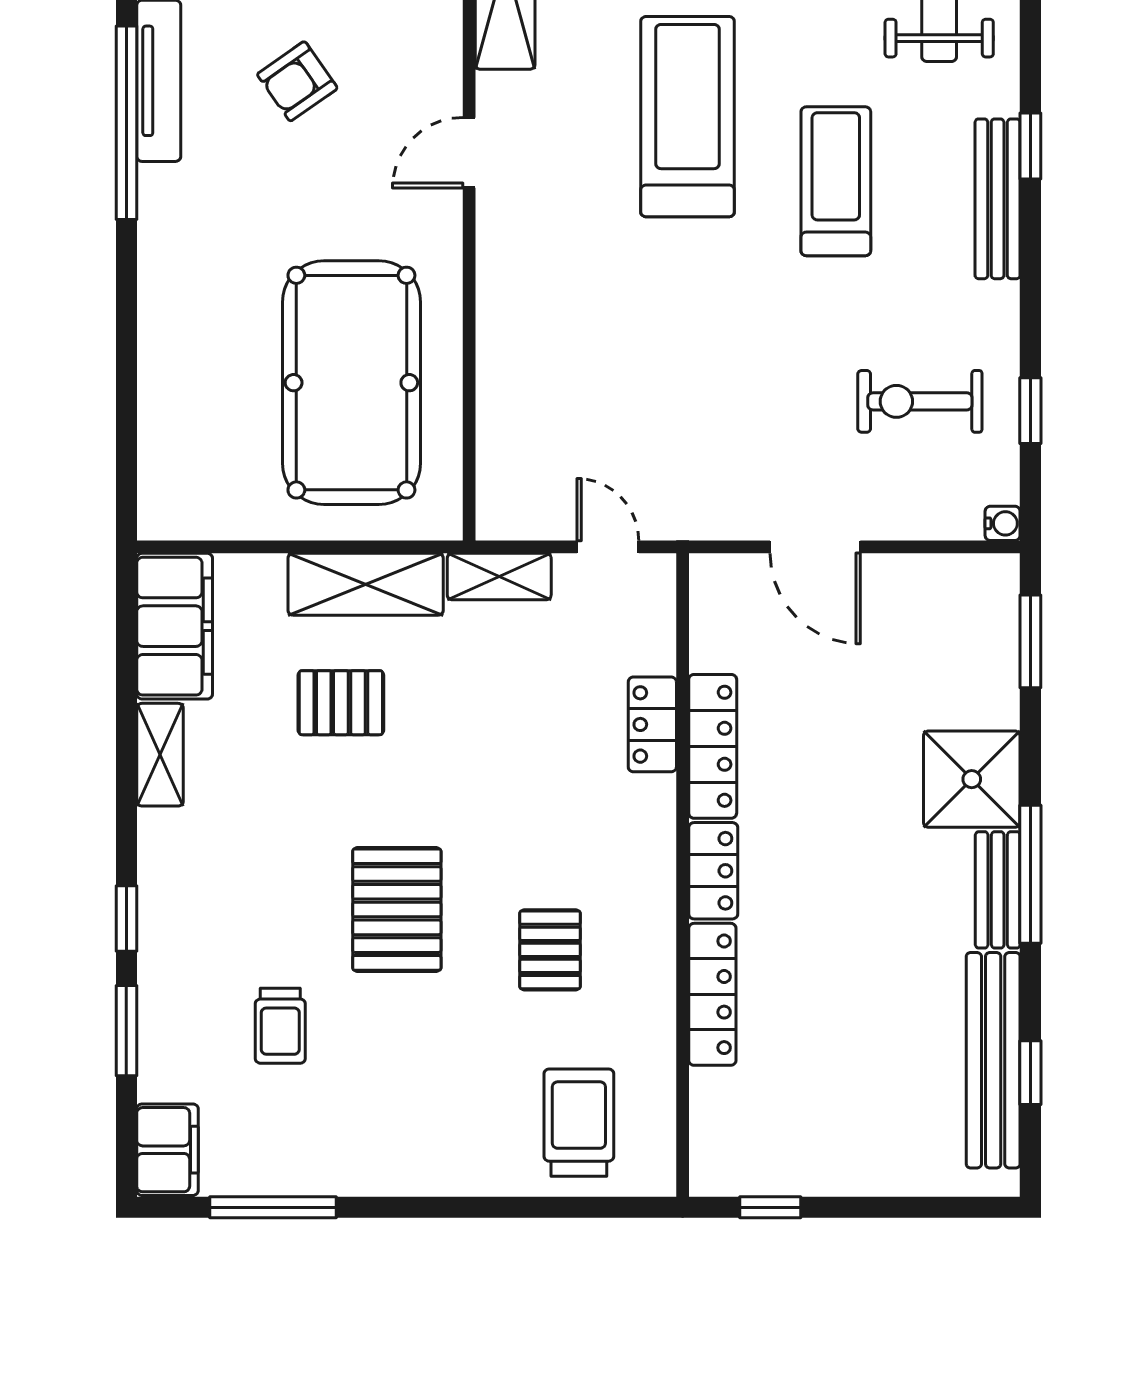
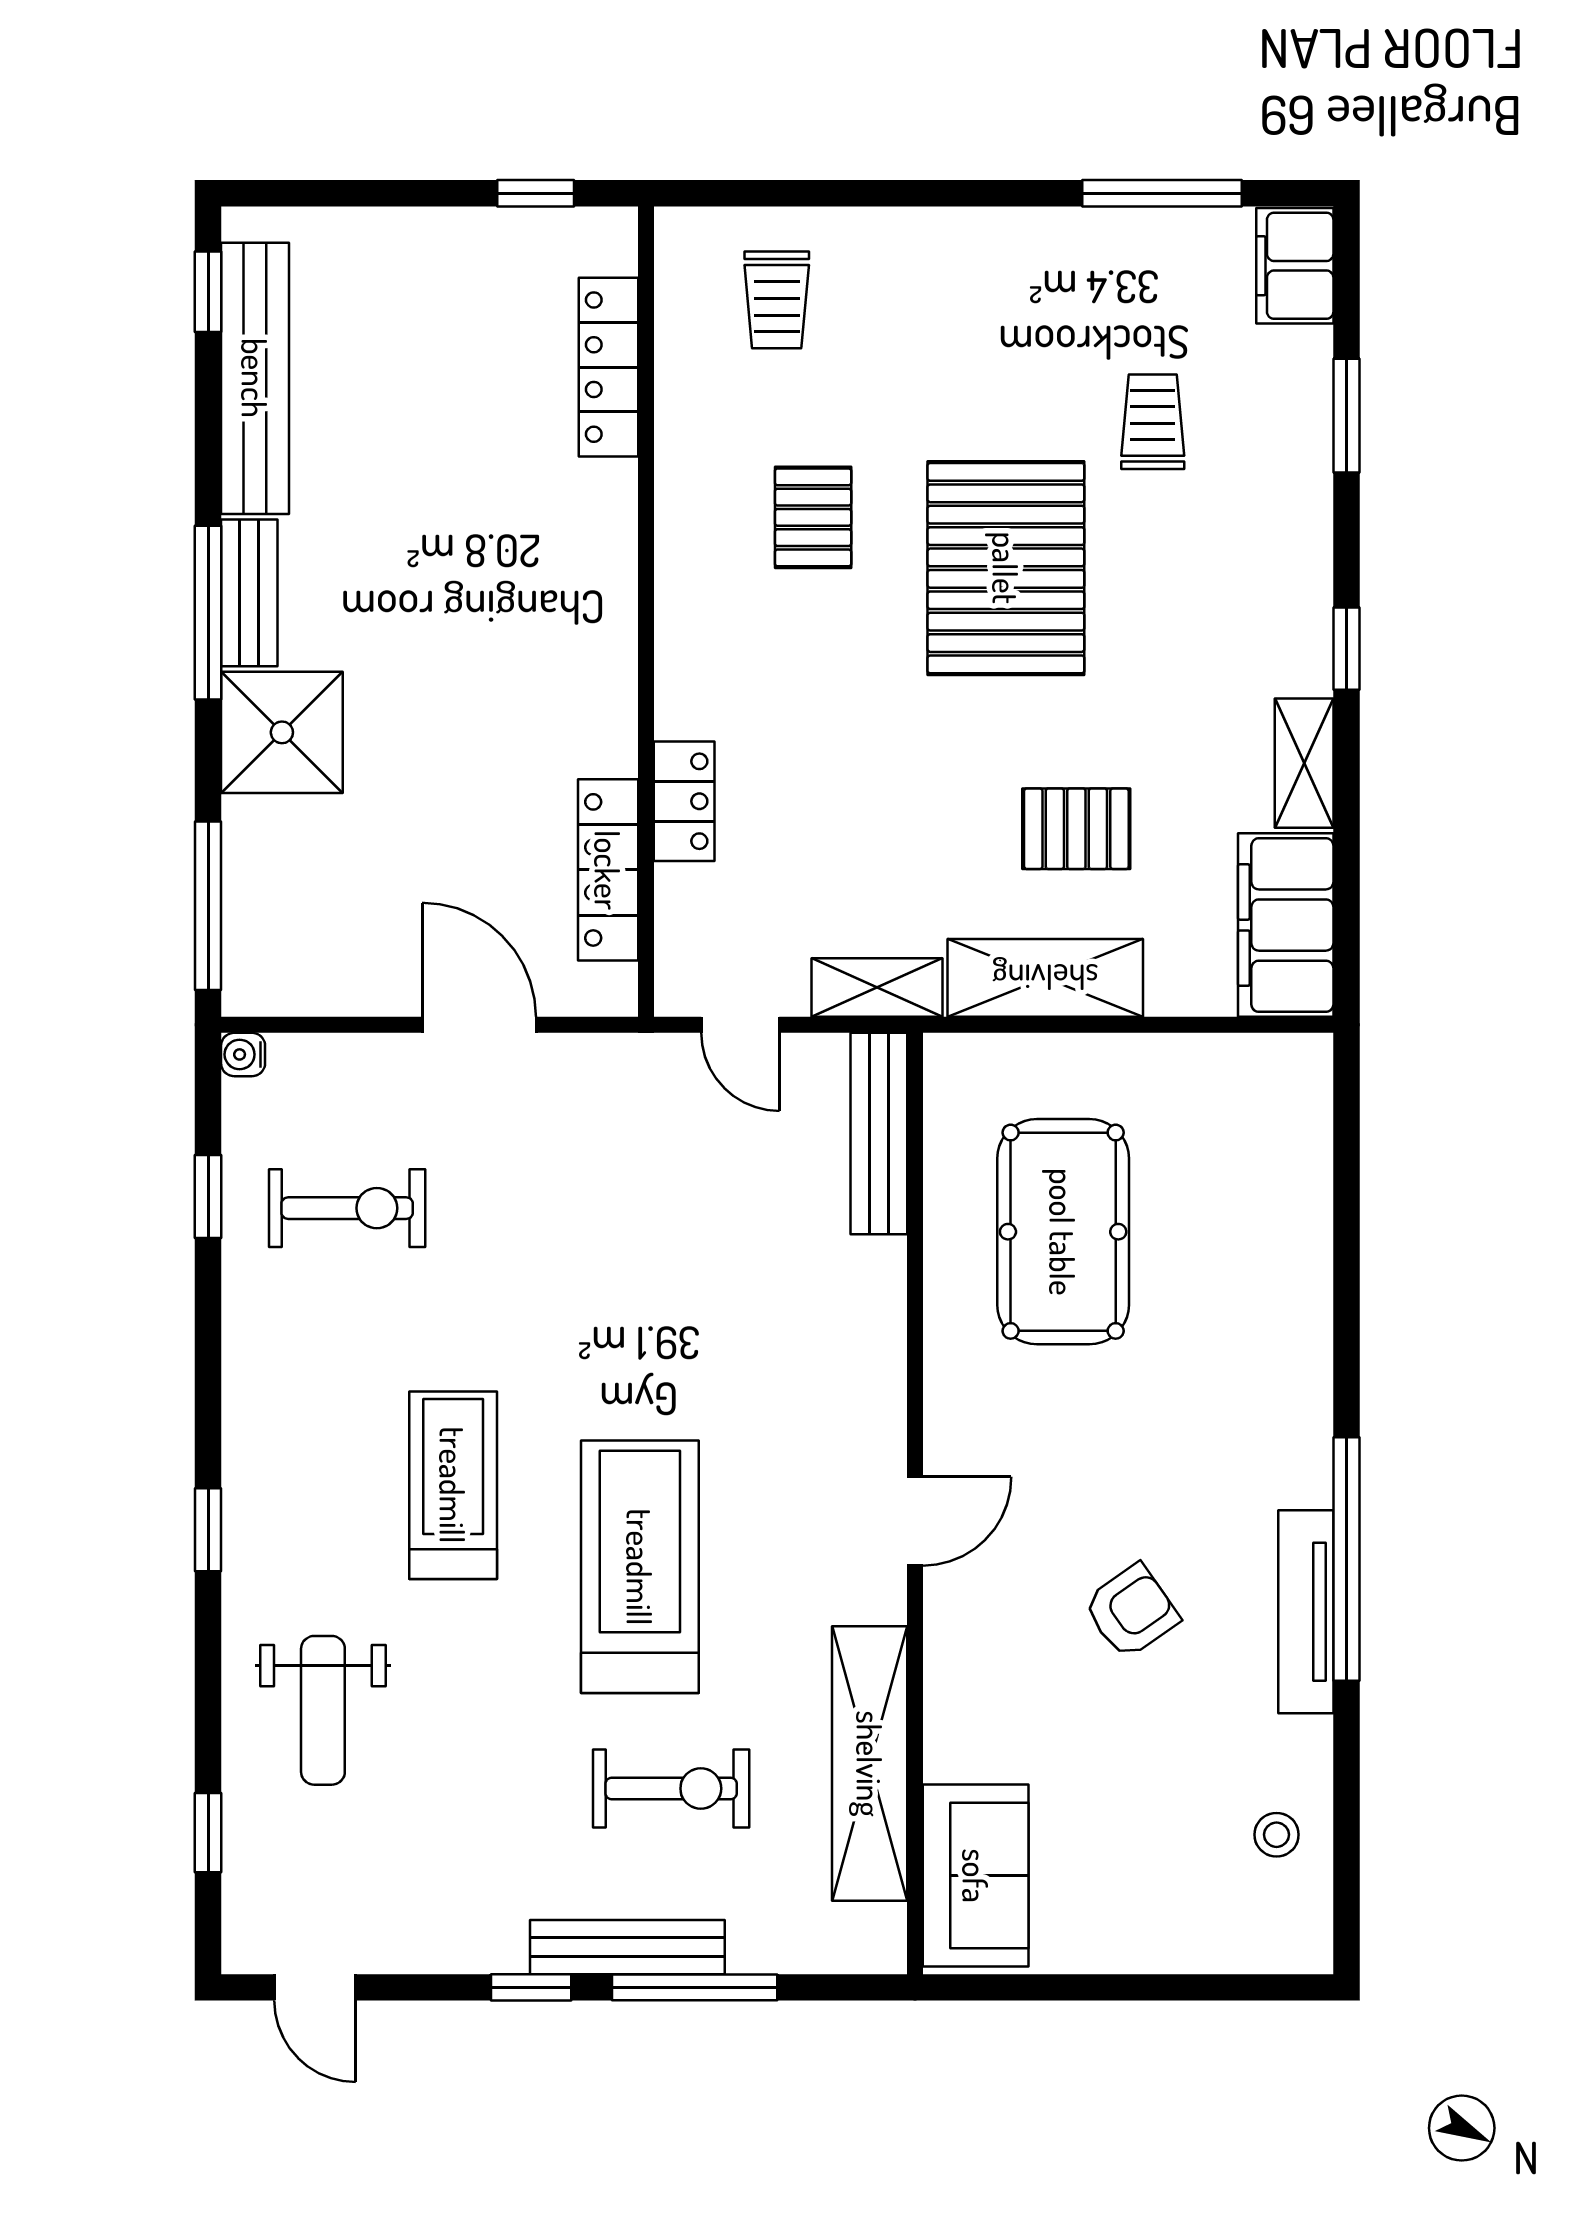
treadmill: (688, 117) -> (640, 1567), turned 180
treadmill: (836, 181) -> (453, 1485), turned 180
bench: (998, 199) -> (879, 1133), moved
pool table: (351, 383) -> (1063, 1232), width x0.73, depth x0.76
window: (1030, 641) -> (208, 906), width x1.44
locker: (713, 746) -> (608, 870), moved
locker: (713, 871) -> (608, 617), removed
pallet: (397, 910) -> (1006, 568), width x1.37, depth x1.41
window: (126, 919) -> (1346, 649), moved
locker: (712, 994) -> (609, 367), moved
window: (1030, 1073) -> (208, 292), moved
trolley: (579, 1123) -> (777, 300), width x0.73, depth x0.72

